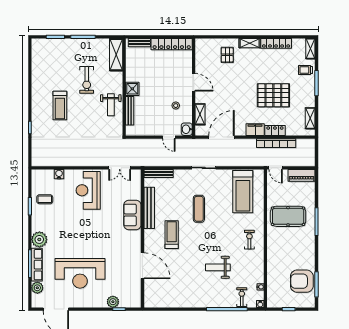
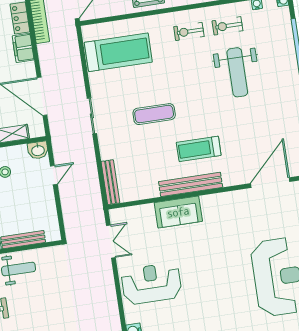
reception desk: (88, 190) -> (151, 284), turned 180
bench: (149, 208) -> (191, 184), moved
door: (142, 266) -> (270, 183), moved
weight bench: (218, 267) -> (237, 72), width x1.36, depth x1.33
exercise bike: (242, 297) -> (227, 26), moved

